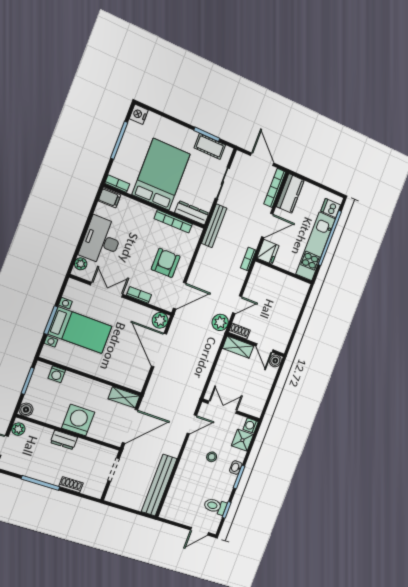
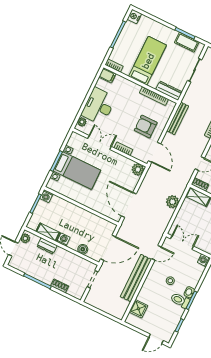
bed: (161, 174) -> (148, 61), width x0.67
bench: (214, 226) -> (178, 118), moved
armchair: (166, 263) -> (146, 127), turned -90
door: (180, 296) -> (155, 152), hinge flipped
plant: (220, 322) -> (172, 202), moved
door: (159, 350) -> (129, 205), moved
washing machine: (57, 374) -> (46, 196), moved
shelving: (124, 397) -> (48, 232), moved
boiler: (26, 410) -> (83, 249), moved
washing machine: (78, 420) -> (63, 240), width x0.53, depth x0.53
dresser: (64, 440) -> (47, 246), moved
shower: (242, 440) -> (138, 309), moved
bench: (159, 485) -> (136, 278), moved
toilet: (215, 506) -> (180, 300), moved

